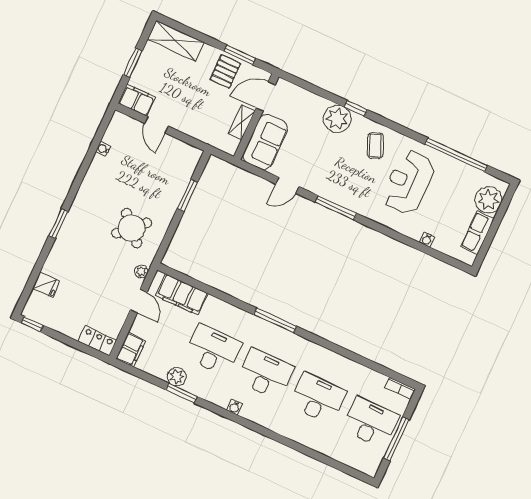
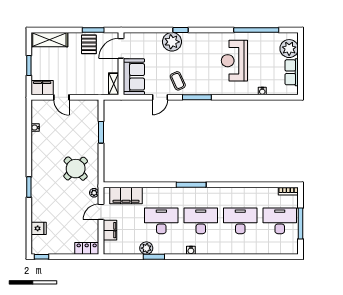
shelving: (242, 123) -> (114, 84), moved
coffee table: (375, 146) -> (178, 81), moved
door: (139, 301) -> (101, 212), swing flipped
filing cabinet: (131, 350) -> (110, 230), moved

